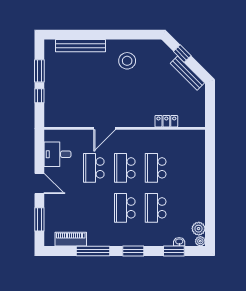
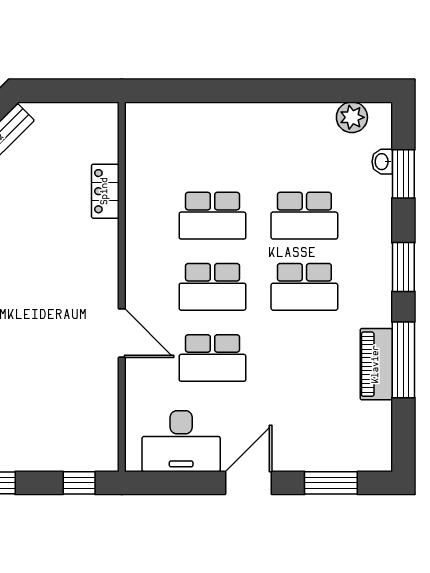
window: (39, 96) -> (79, 483), moved
desk: (58, 154) -> (181, 441), width x1.37
piano: (71, 239) -> (376, 364), moved
plant: (200, 241) -> (381, 113), removed

